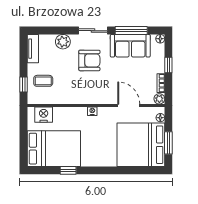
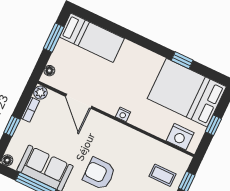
window: (24, 134) -> (213, 125), added
bed: (141, 145) -> (92, 38), width x0.49

